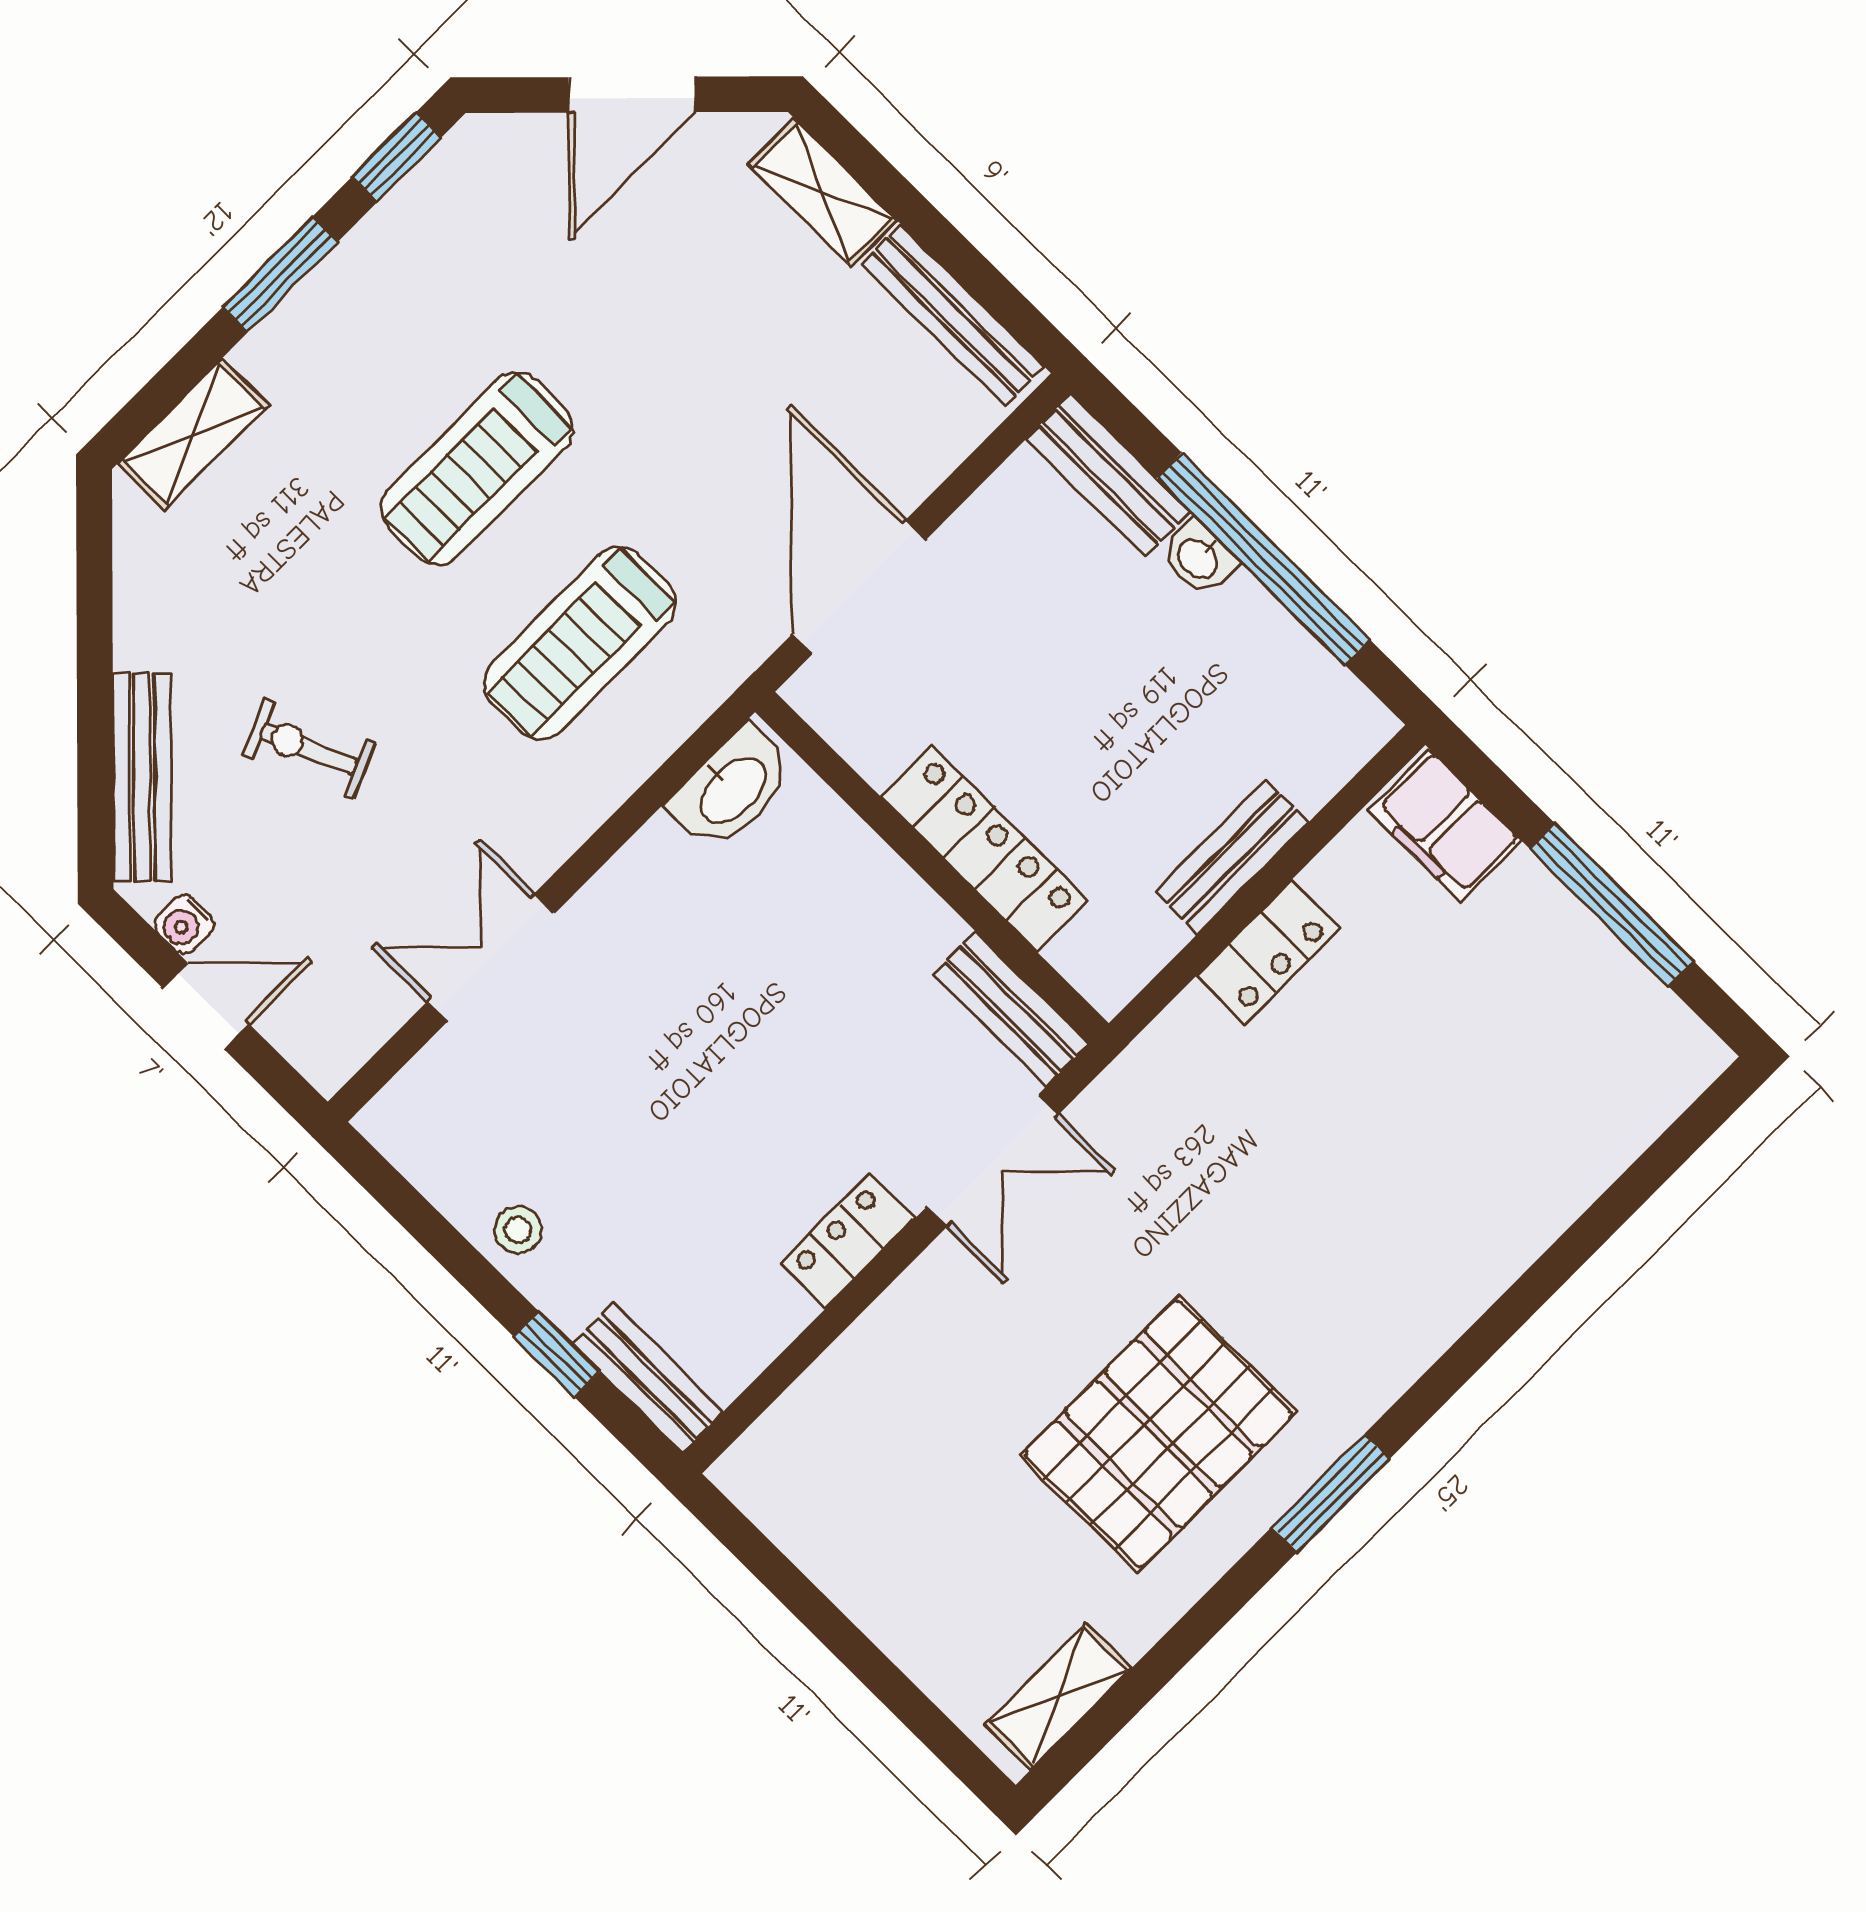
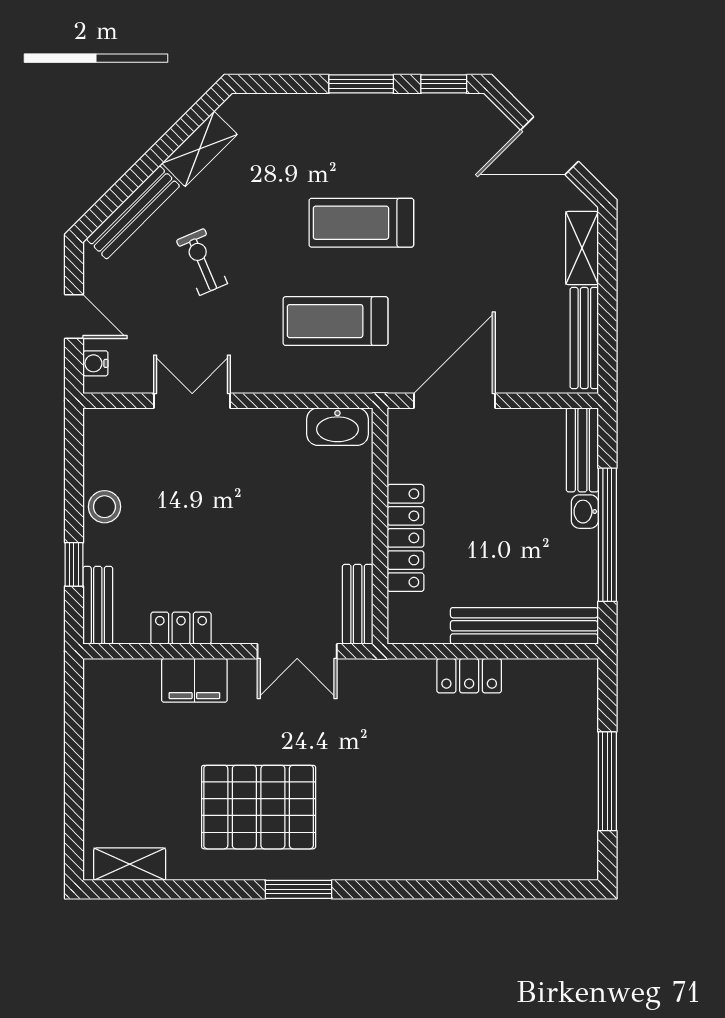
shelving: (193, 434) -> (200, 149), moved, turned -45
filing cabinet: (1445, 826) -> (194, 680), moved, turned -90
bench: (1232, 857) -> (524, 626), width x1.86, depth x1.21
water cooler: (184, 924) -> (95, 363), moved
stool: (518, 1230) -> (104, 507), width x1.37, depth x1.37
locker: (847, 1241) -> (181, 628), moved

